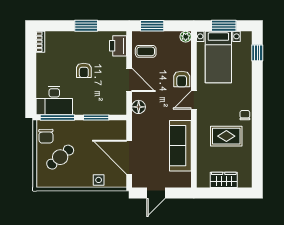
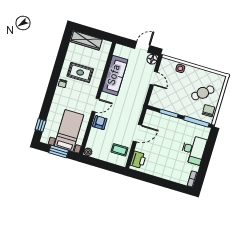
window: (86, 26) -> (156, 181), removed
window: (152, 26) -> (110, 167), removed
armchair: (84, 70) -> (168, 149), removed
door: (129, 80) -> (137, 133), swing flipped
desk: (54, 101) -> (193, 150), moved, turned 90
floor lamp: (139, 107) -> (152, 59), moved
door: (129, 157) -> (154, 78), width x0.53
wardrobe: (224, 180) -> (87, 40), width x1.50

